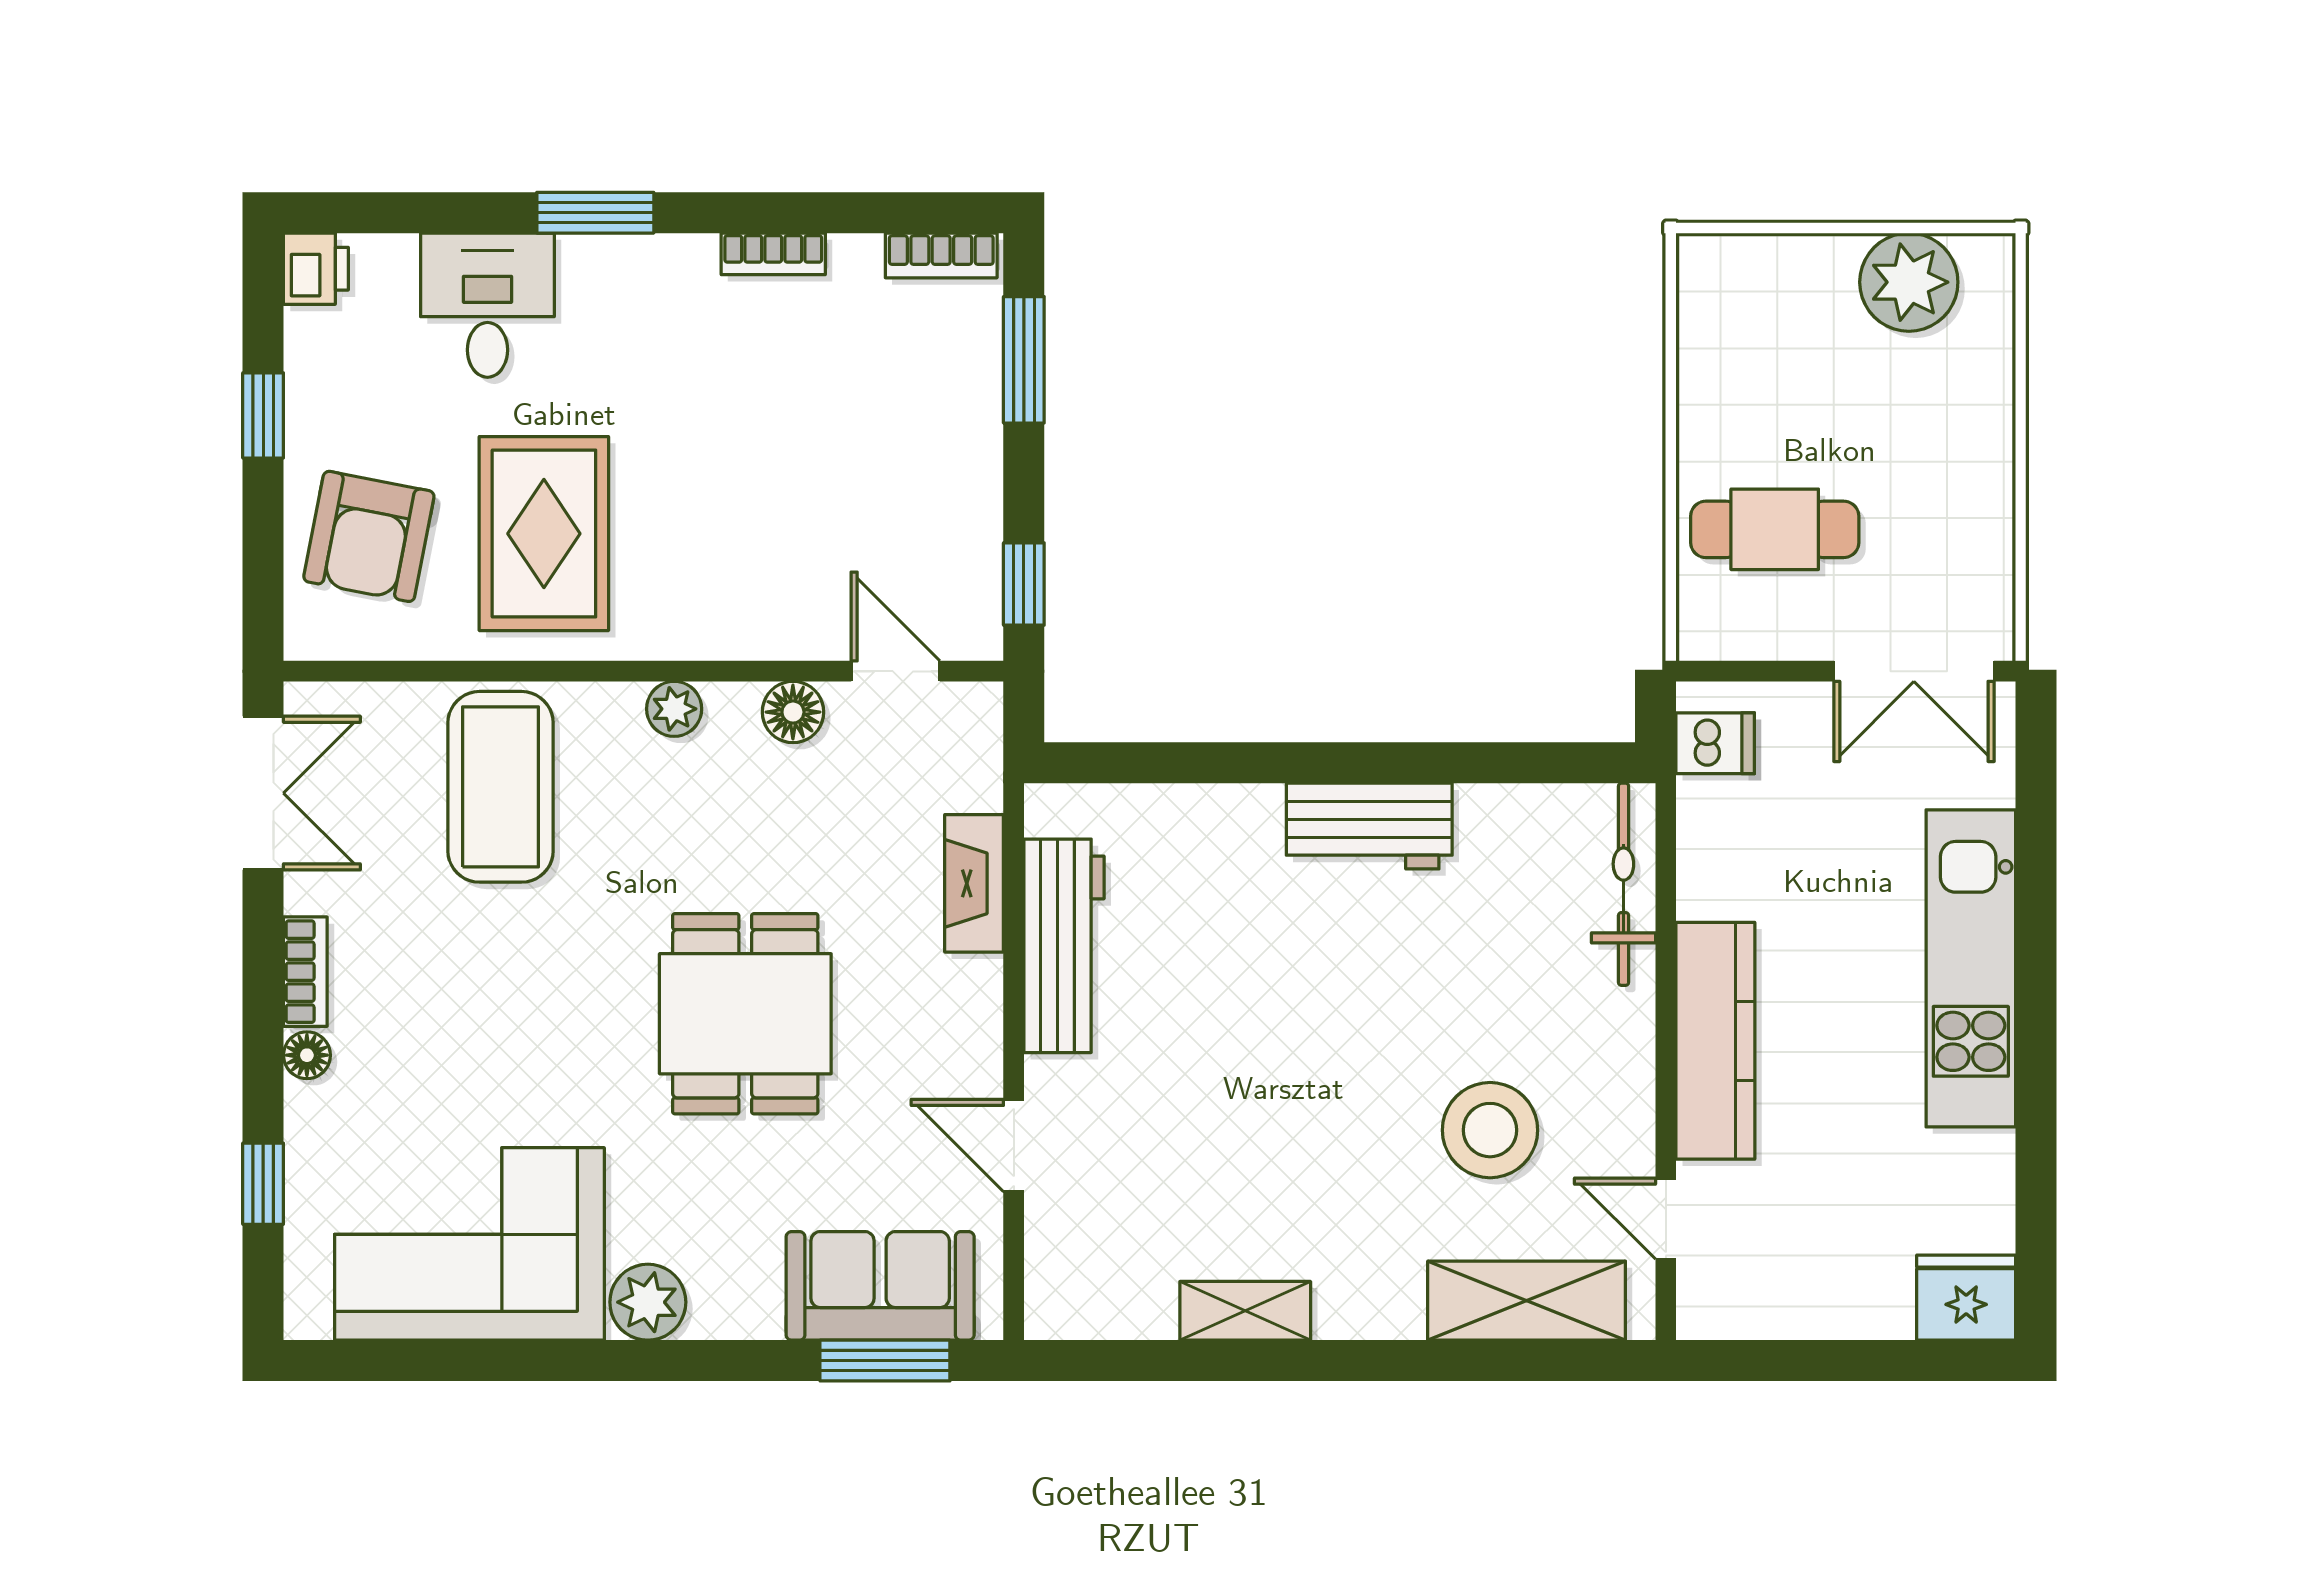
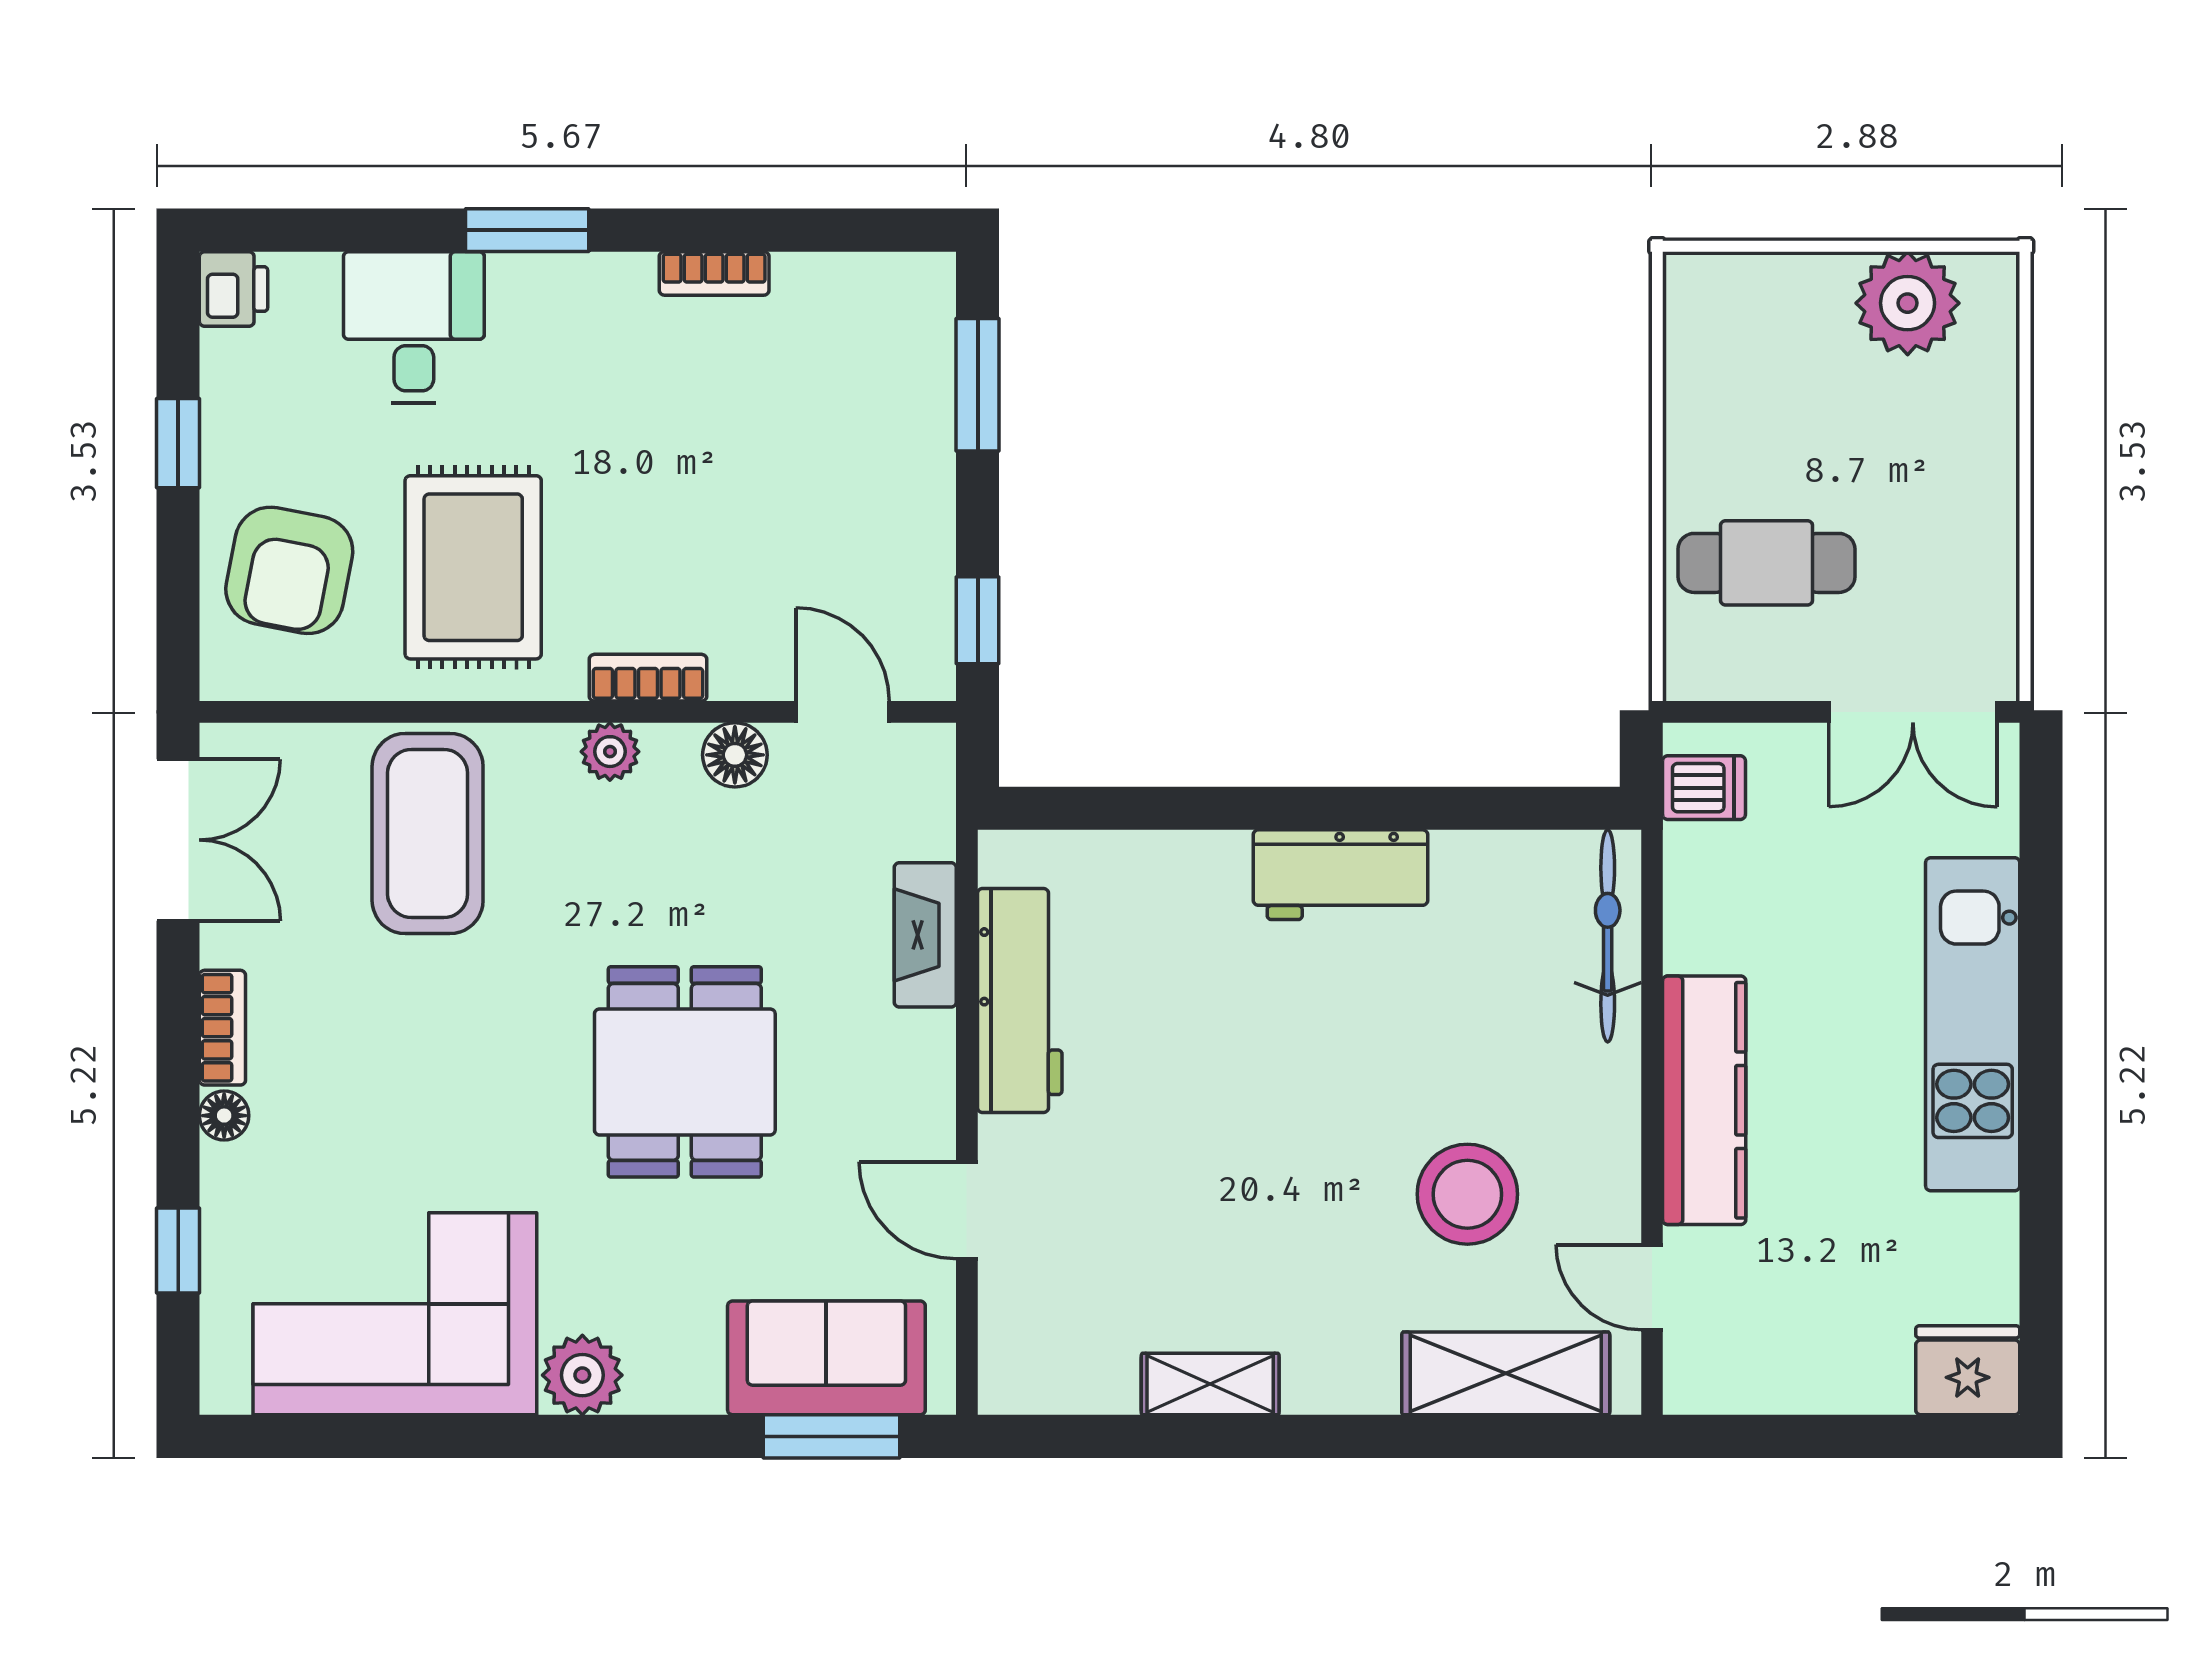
bookcase: (941, 255) -> (648, 678), moved, turned 180

